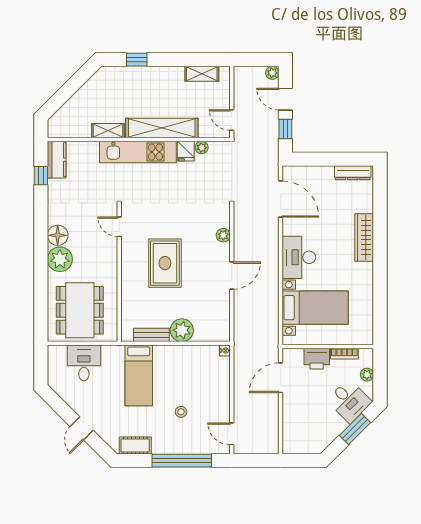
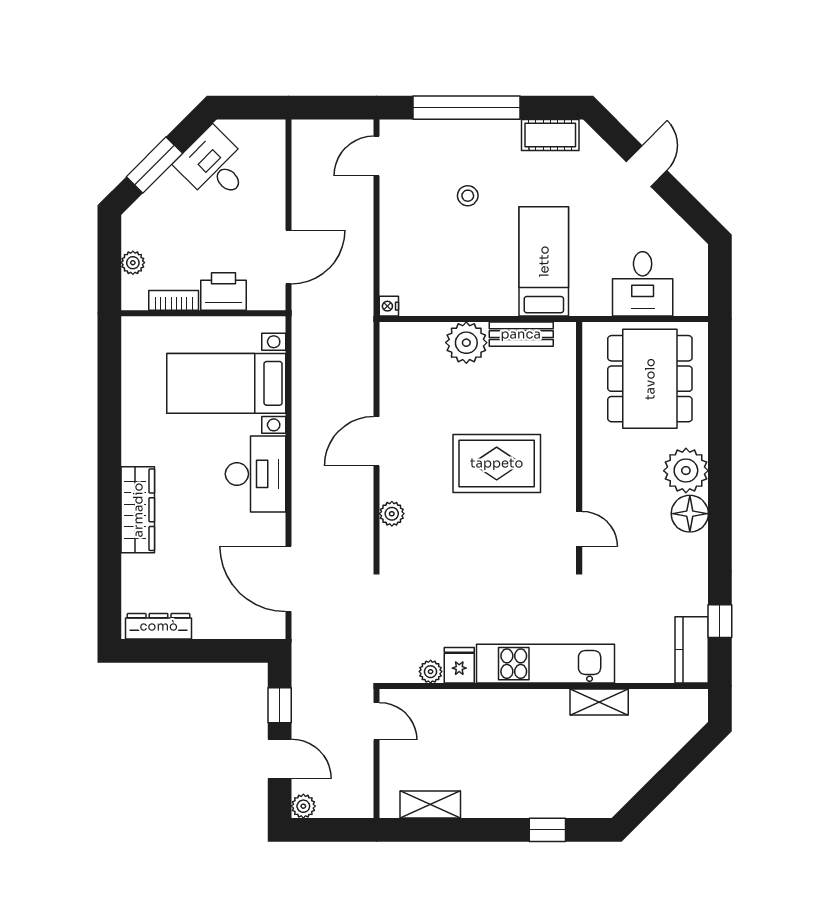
shelving: (162, 128) -> (502, 707), removed
rug: (165, 263) -> (497, 463), turned 90
desk: (349, 401) -> (214, 166), moved
door: (232, 434) -> (377, 156), swing flipped

